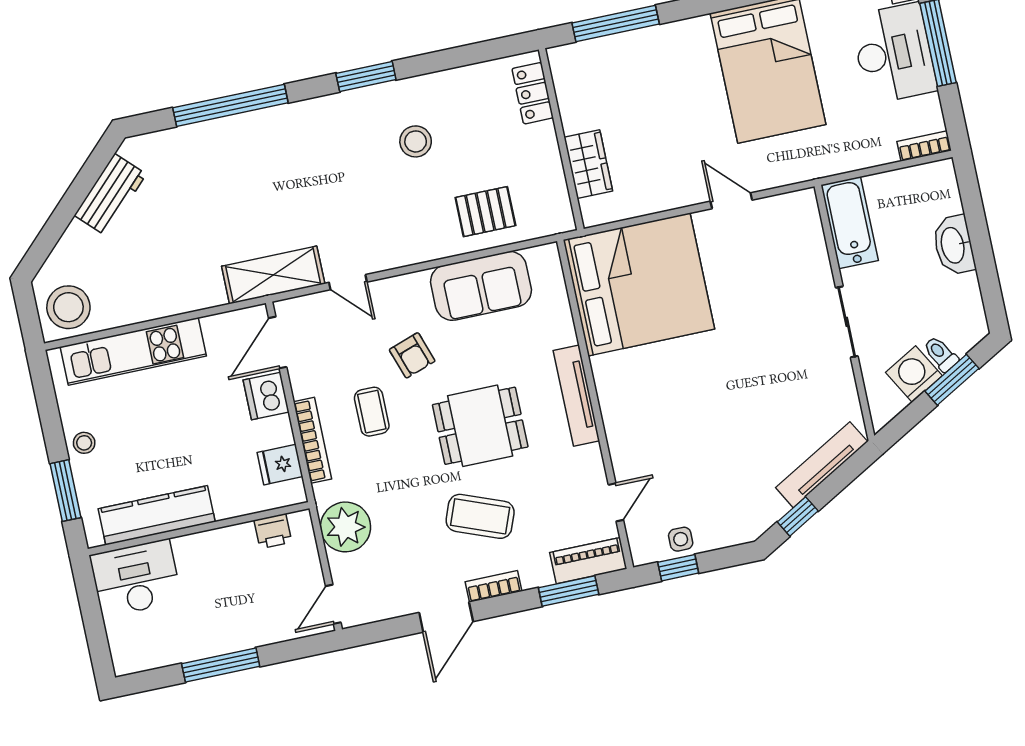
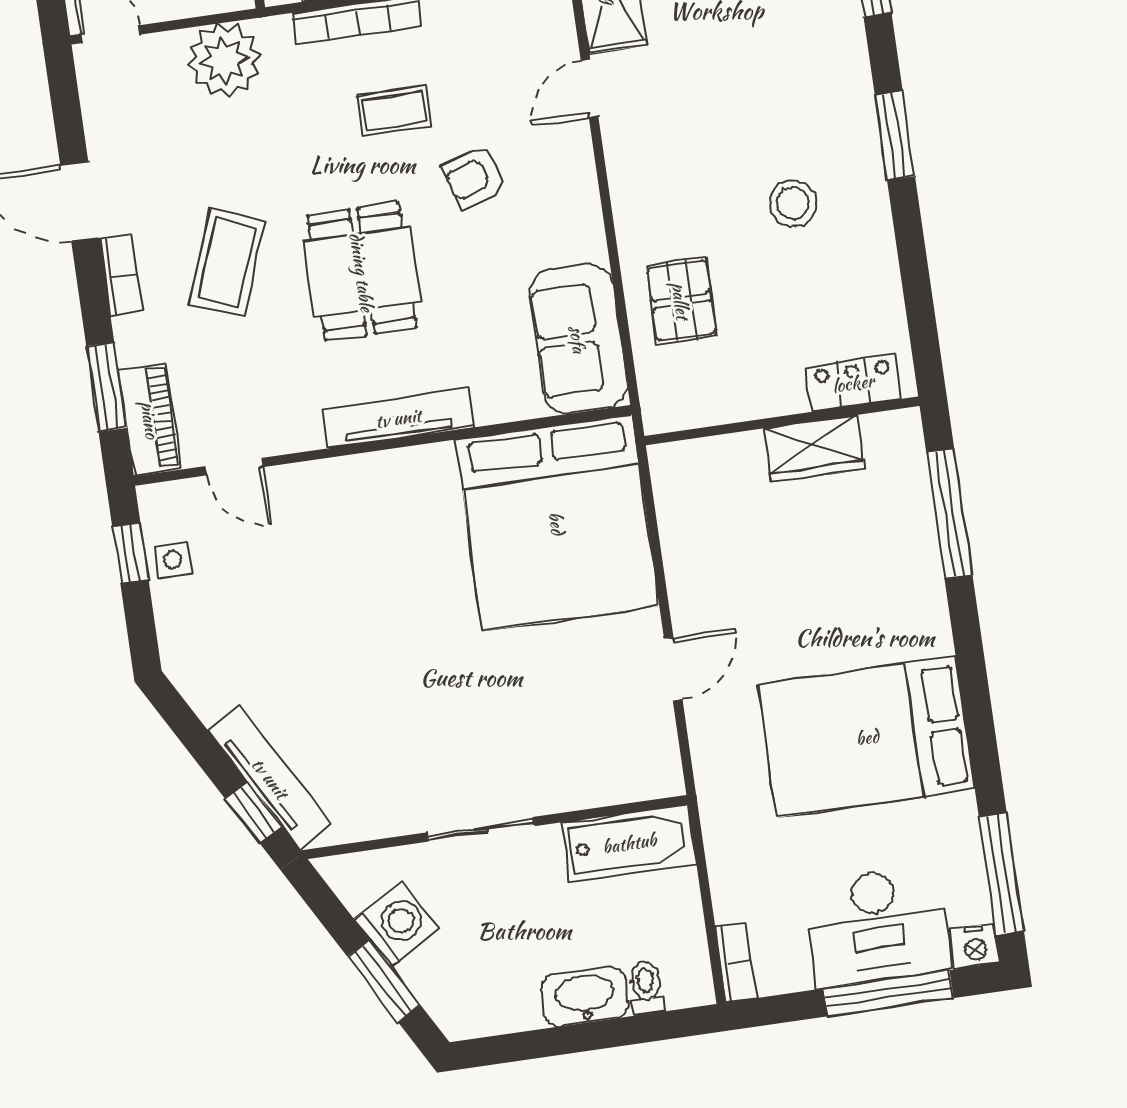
wardrobe: (588, 164) -> (814, 449), moved
sofa: (481, 286) -> (578, 339), moved
toilet: (941, 354) -> (646, 988), moved, turned -60
window: (798, 516) -> (254, 812), moved

